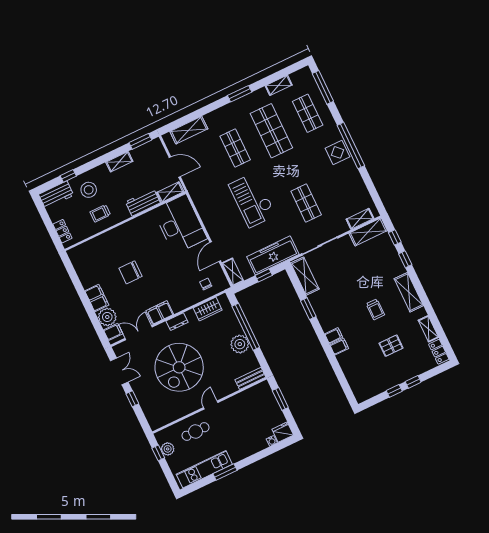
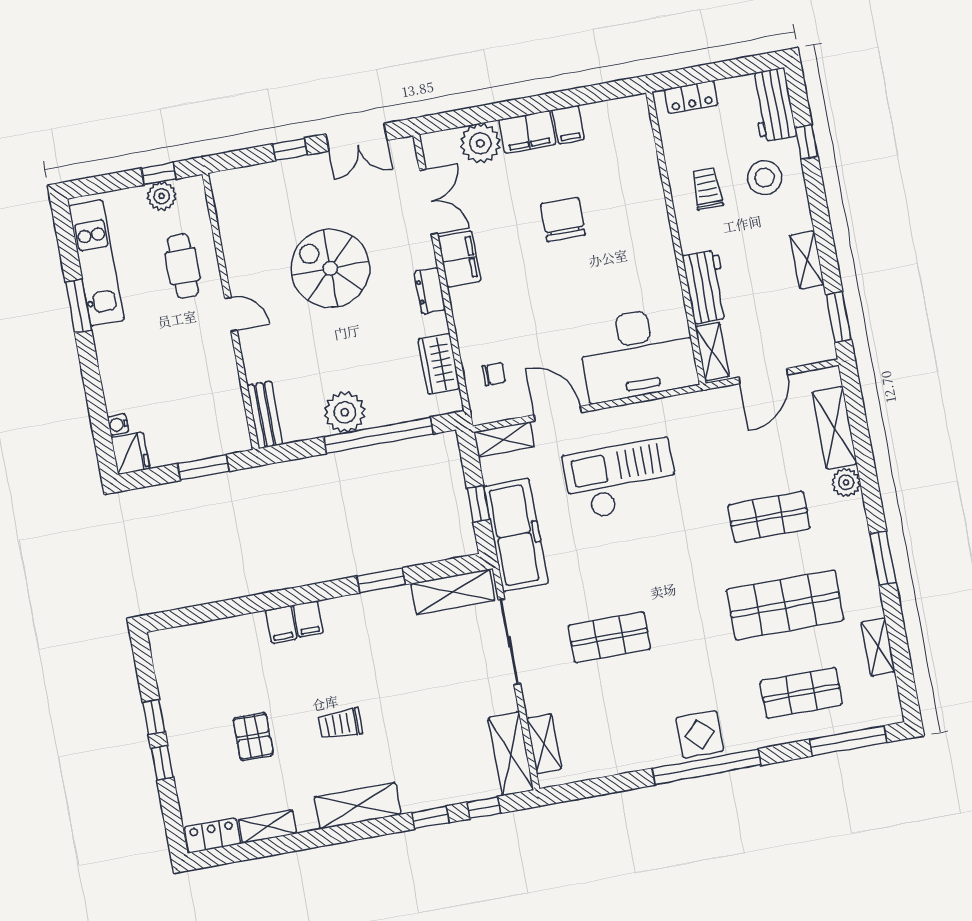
plant: (211, 119) -> (846, 482), added
checkout: (252, 200) -> (621, 479), moved
filing cabinet: (113, 332) -> (568, 125), moved
spiral stairs: (179, 367) -> (330, 268), width x0.73, depth x0.73

